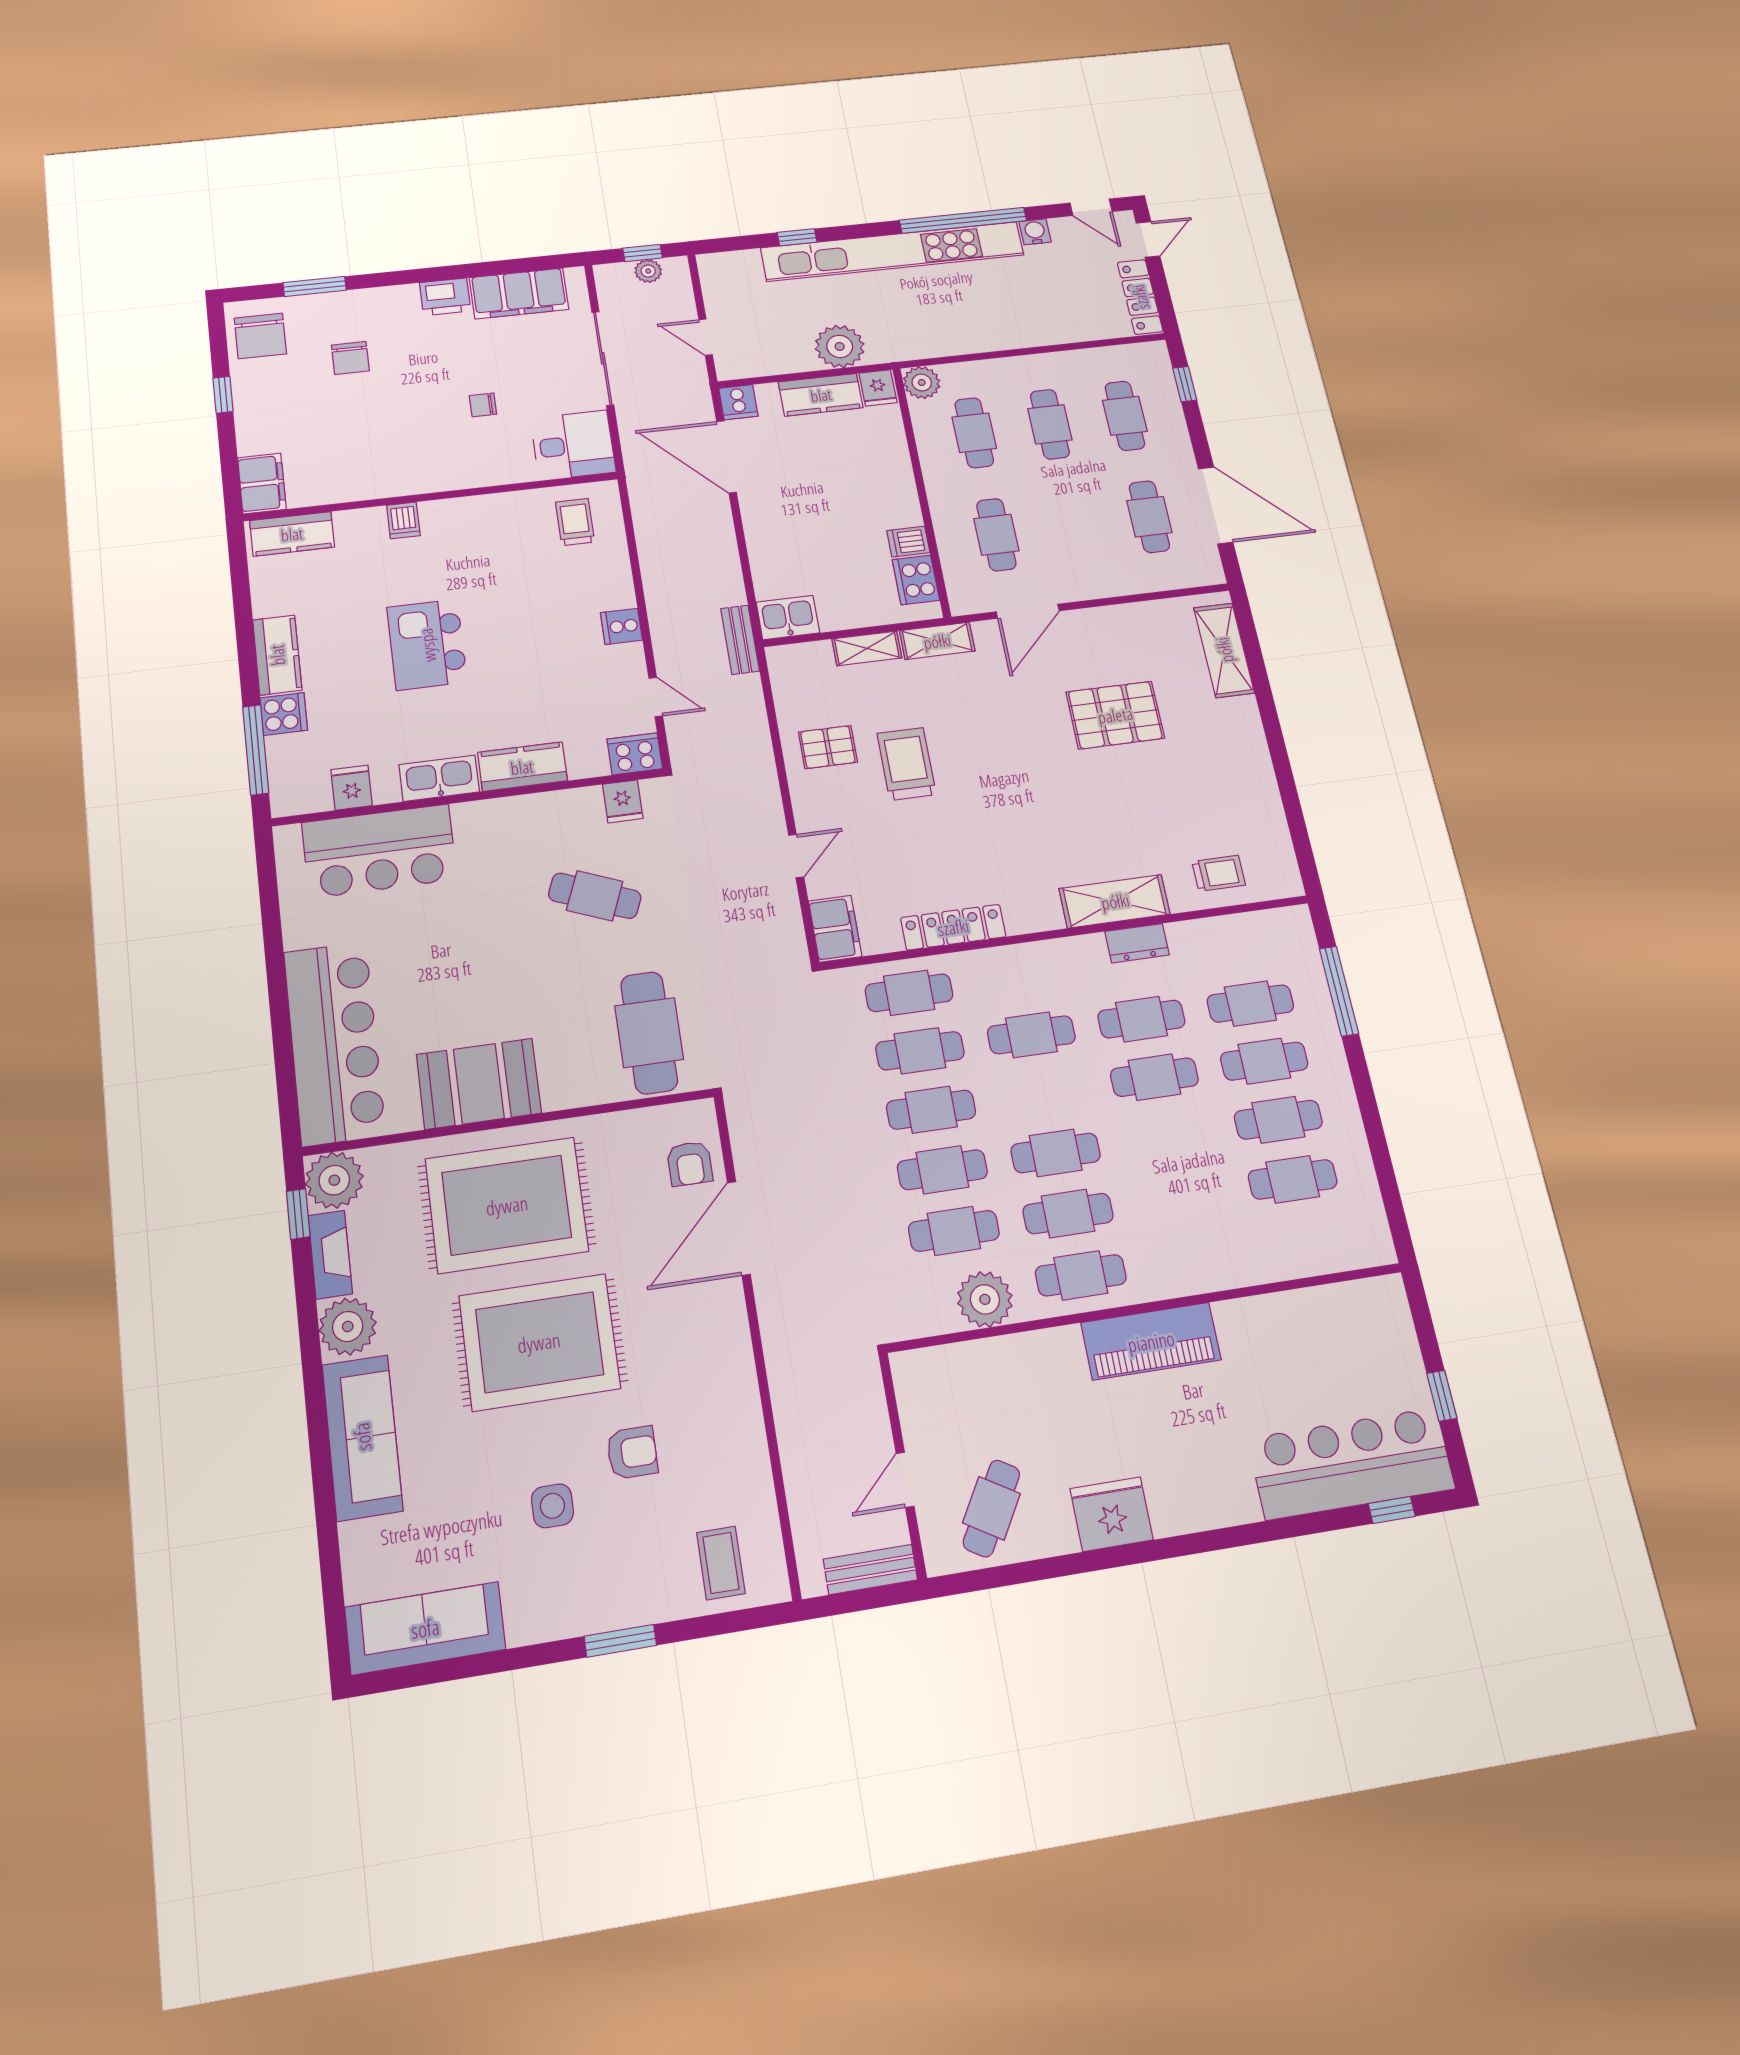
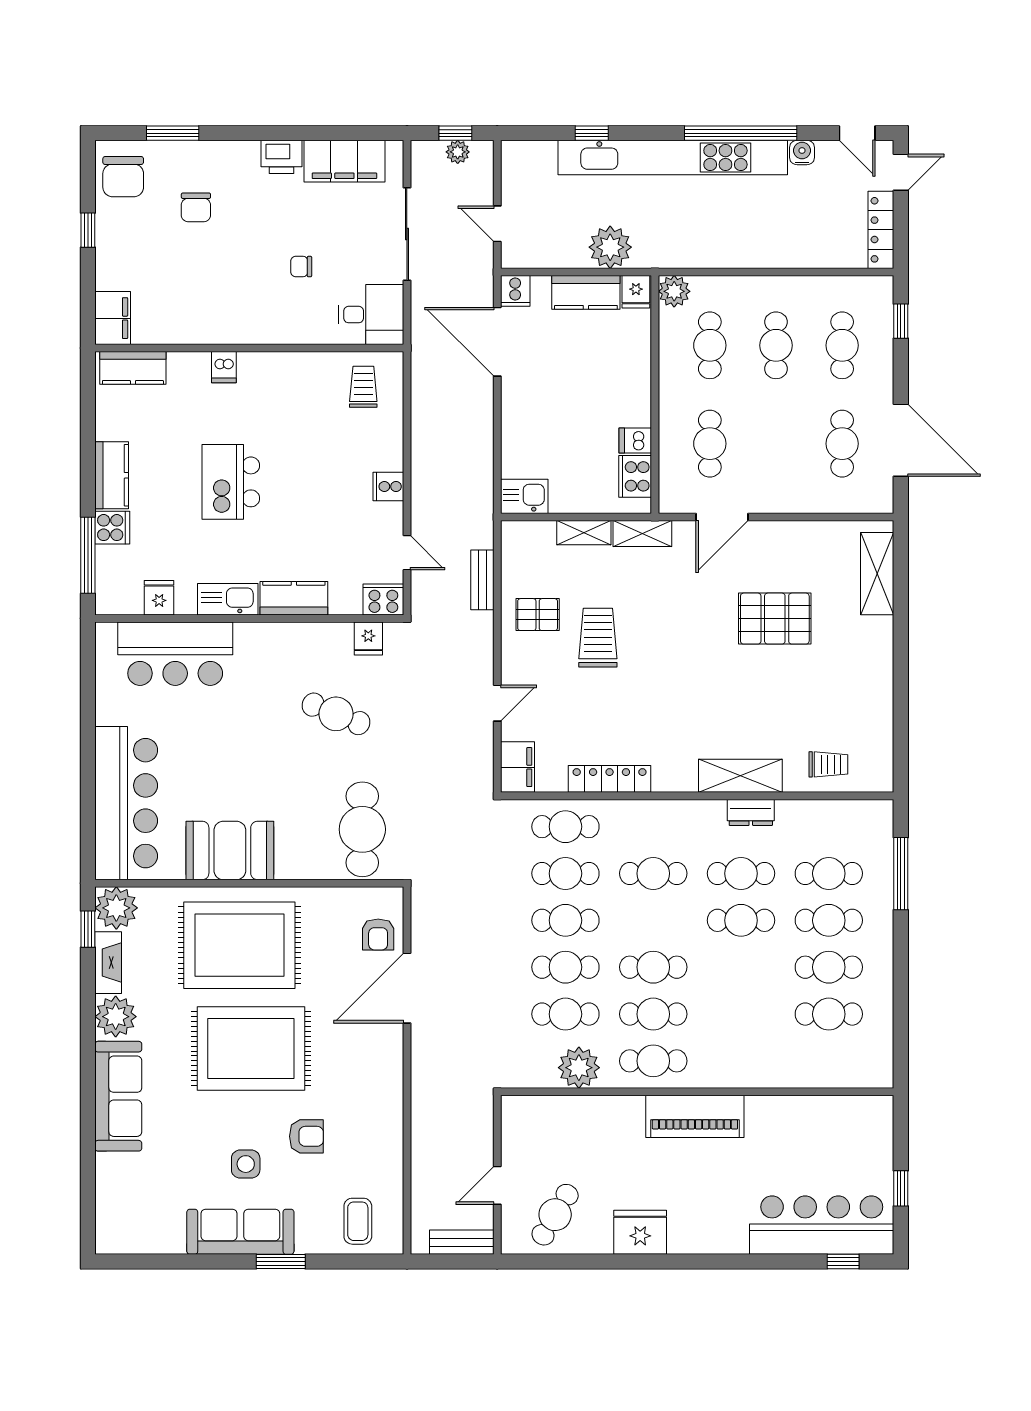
bench: (740, 640) -> (482, 580), moved
sofa: (425, 1628) -> (240, 1232), moved

